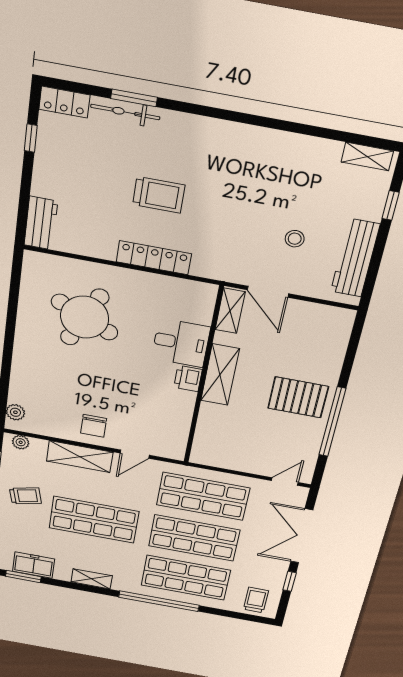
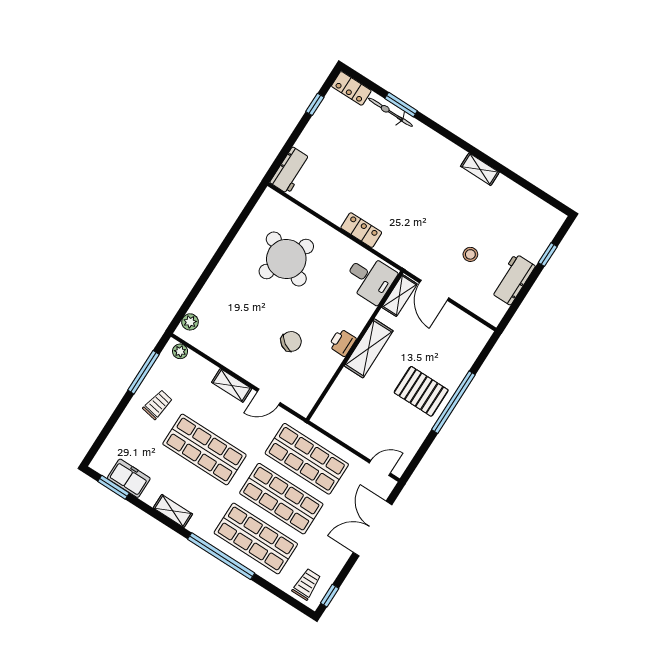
shelving: (367, 156) -> (480, 169), moved
trolley: (159, 195) -> (387, 182), removed
locker: (154, 258) -> (361, 230), width x0.66
workbench: (355, 258) -> (513, 279), width x0.73
desk: (181, 343) -> (370, 278), moved
window: (332, 422) -> (453, 402), moved
chair: (94, 426) -> (291, 341), moved, turned -147
shelving: (80, 457) -> (232, 385), width x0.67, depth x0.75
trolley: (25, 496) -> (158, 405), turned -65
window: (290, 581) -> (330, 596), moved

